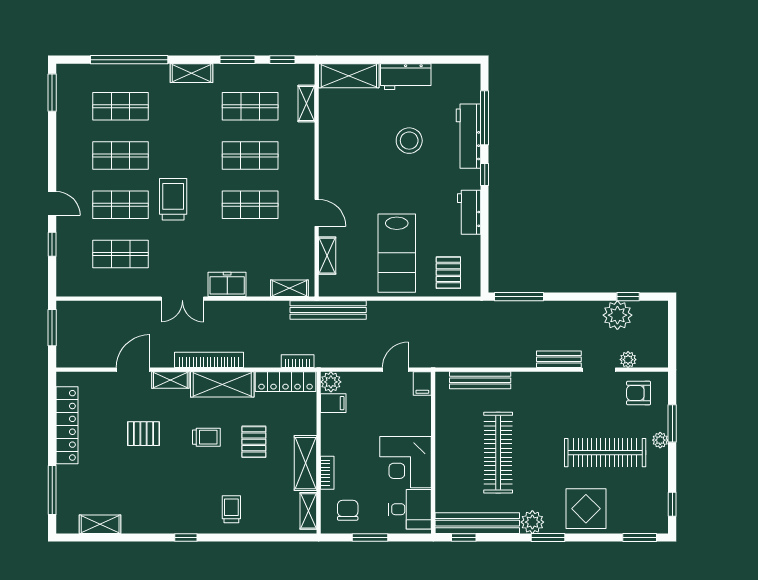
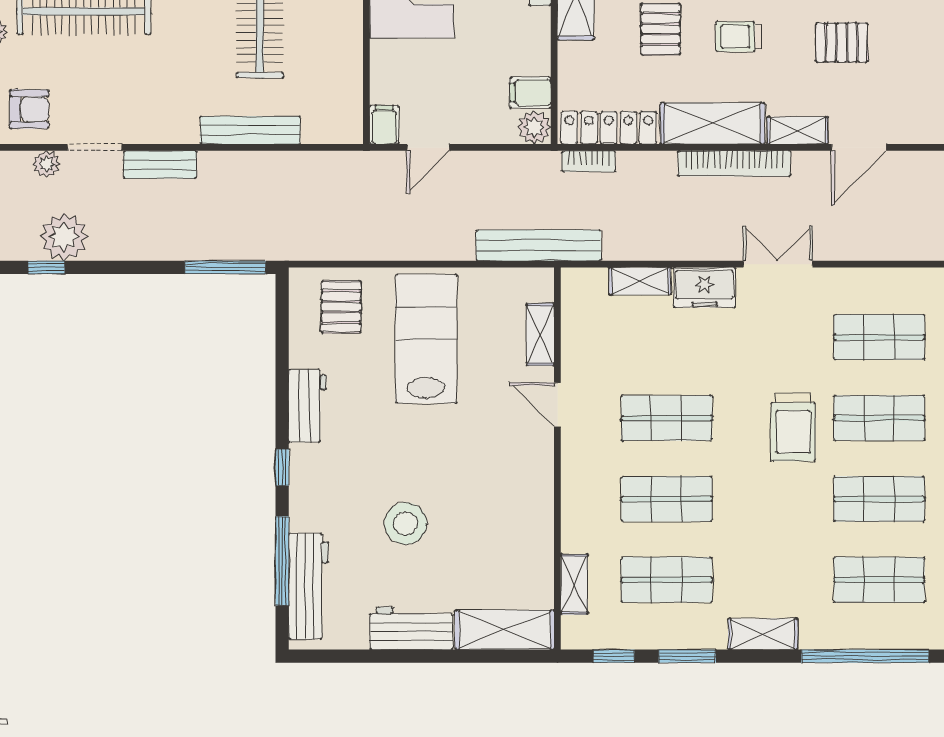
workbench: (468, 136) -> (308, 586), moved
shelving: (289, 288) -> (640, 281), moved
bench: (480, 380) -> (250, 130), moved

